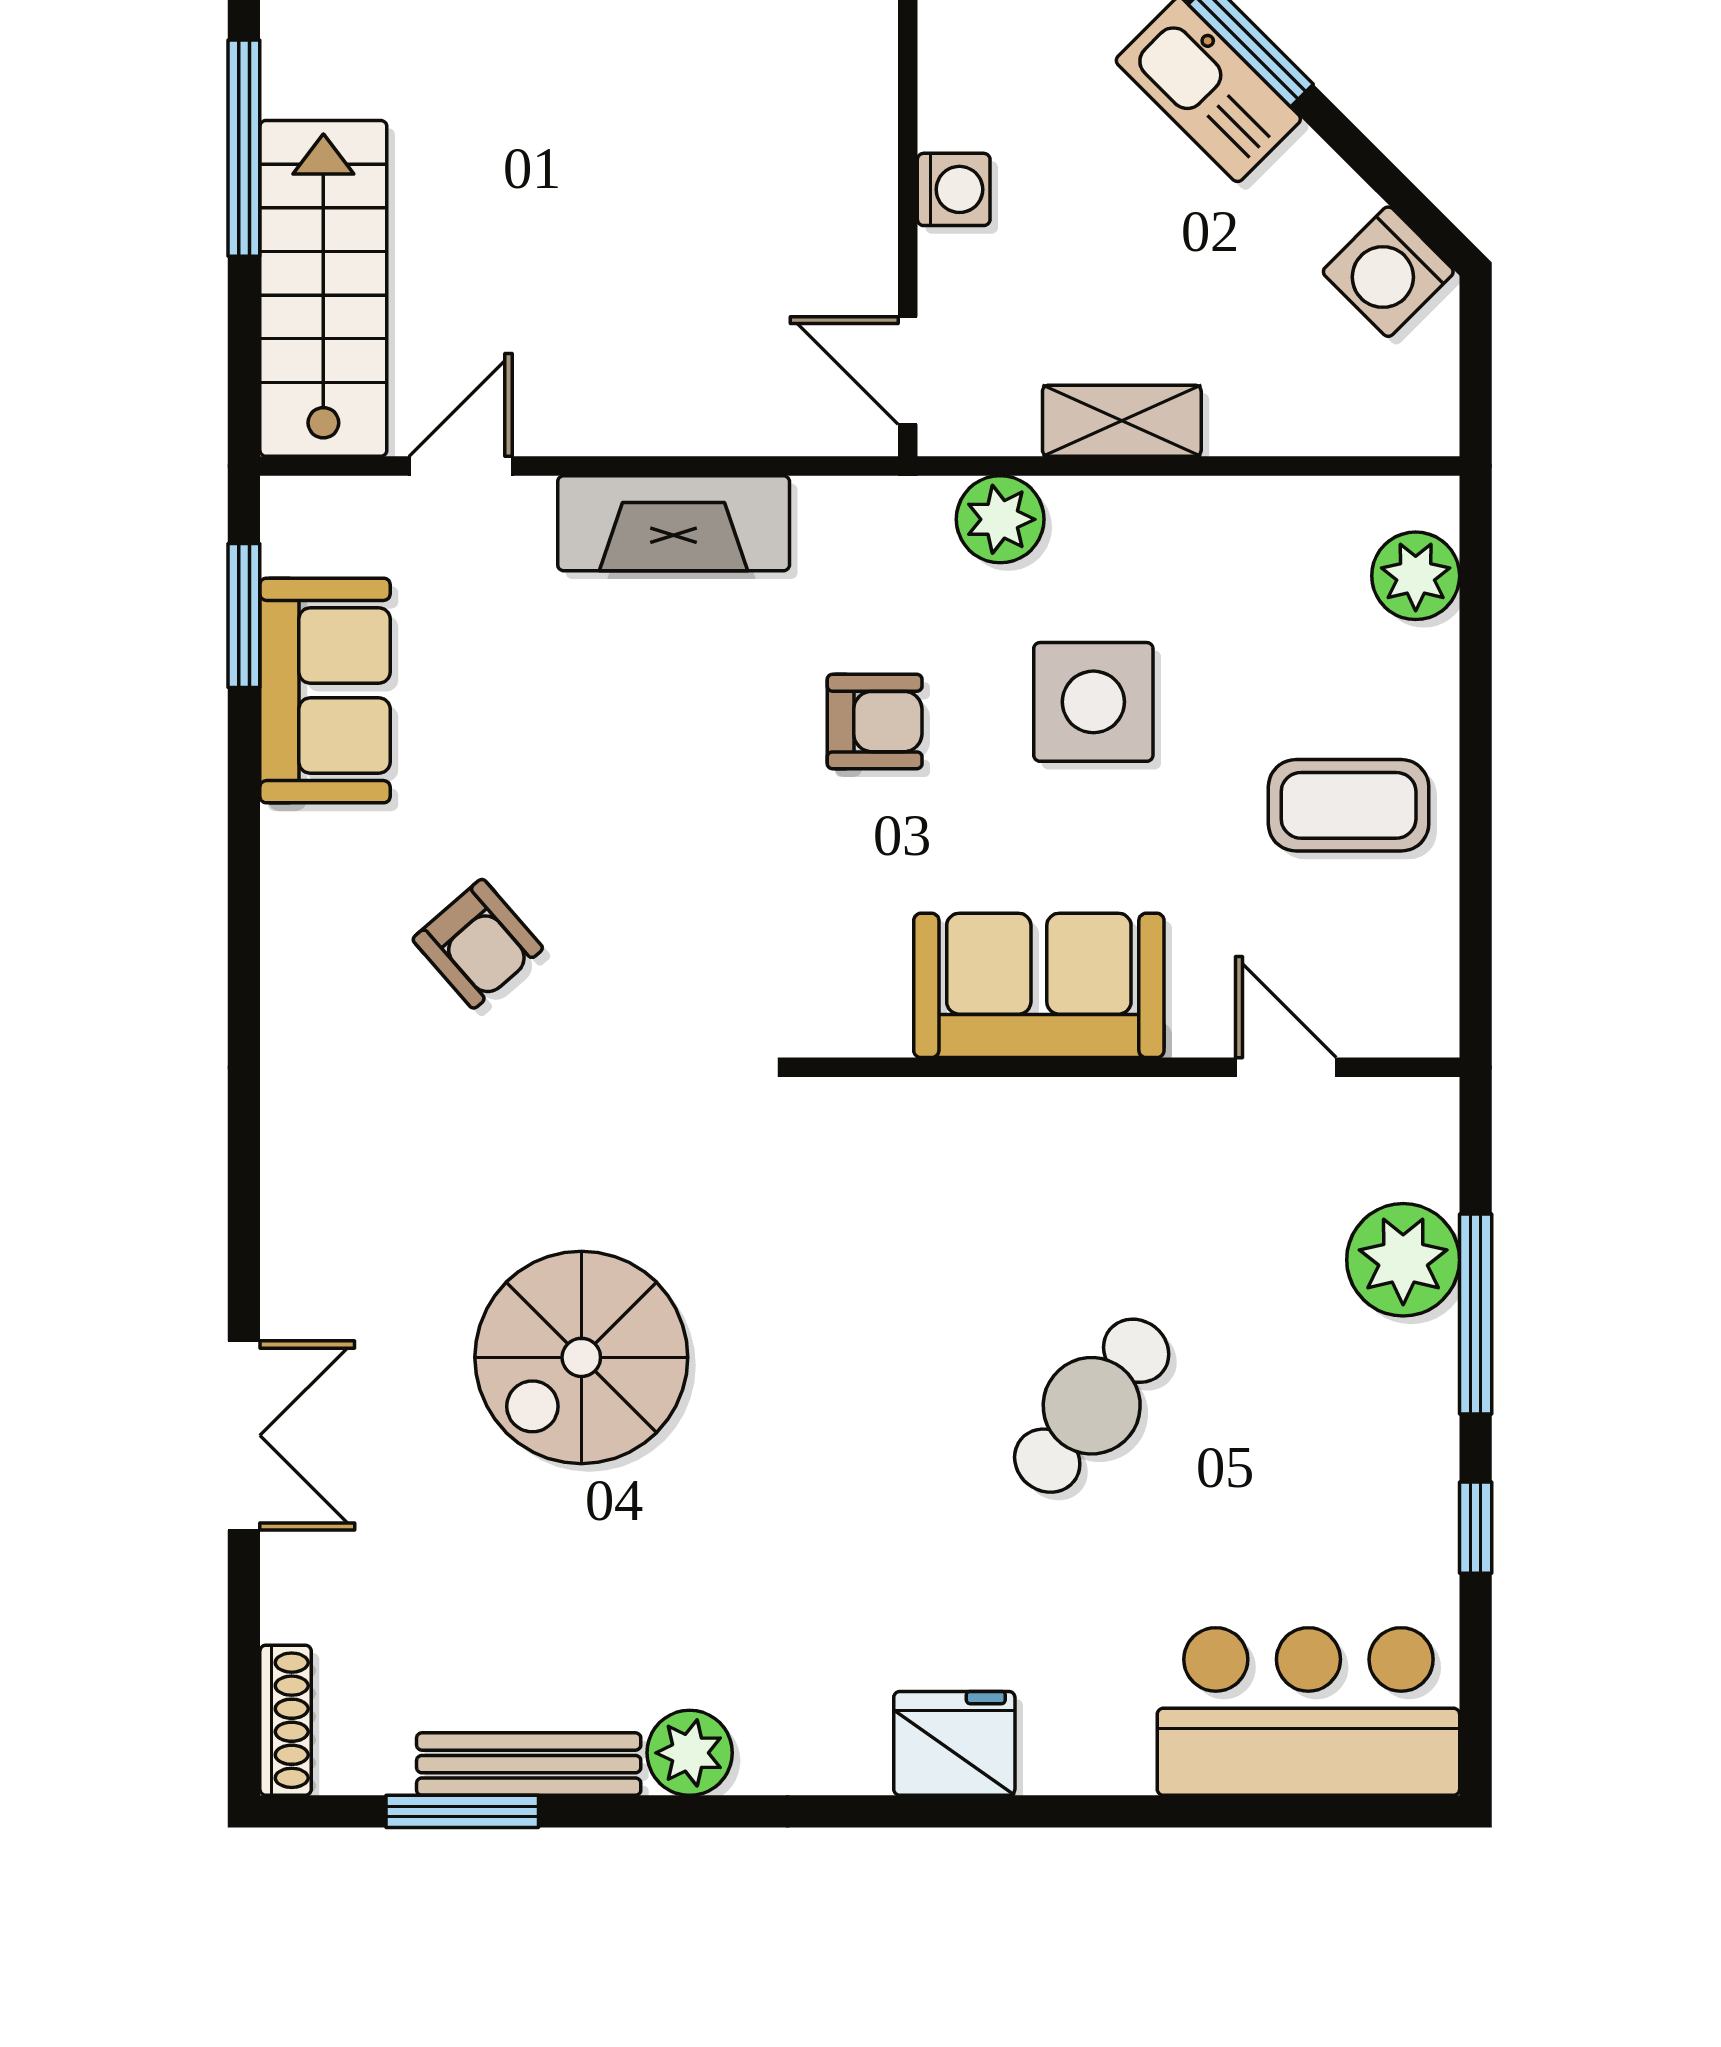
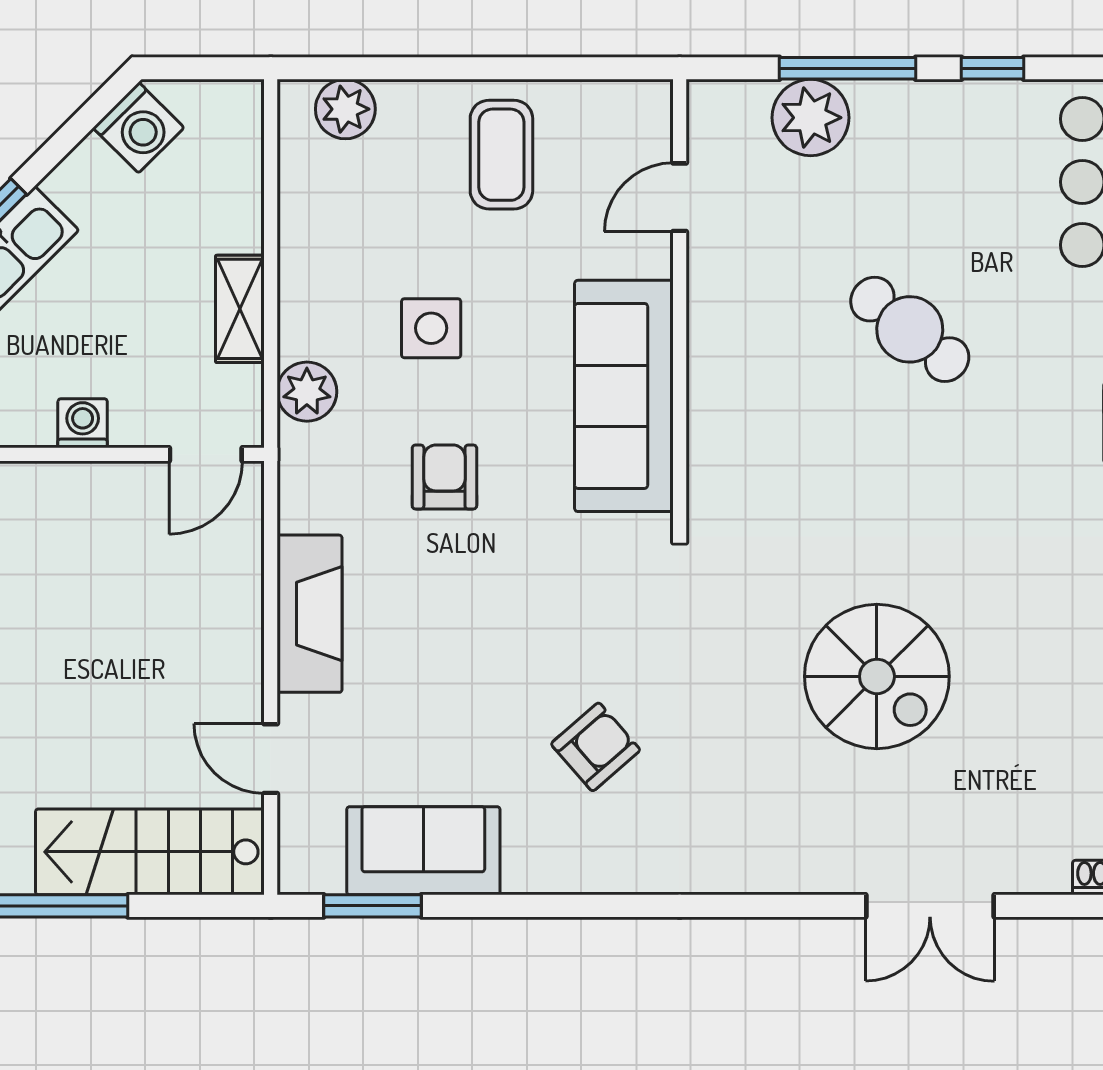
side table: (1093, 702) -> (431, 328), width x0.73, depth x0.73
sofa: (1039, 985) -> (624, 396), width x1.36
double door: (244, 1435) -> (930, 906), swing flipped

